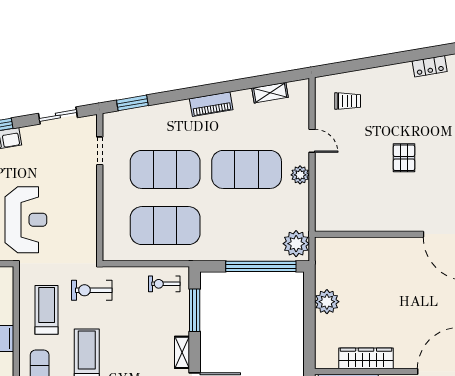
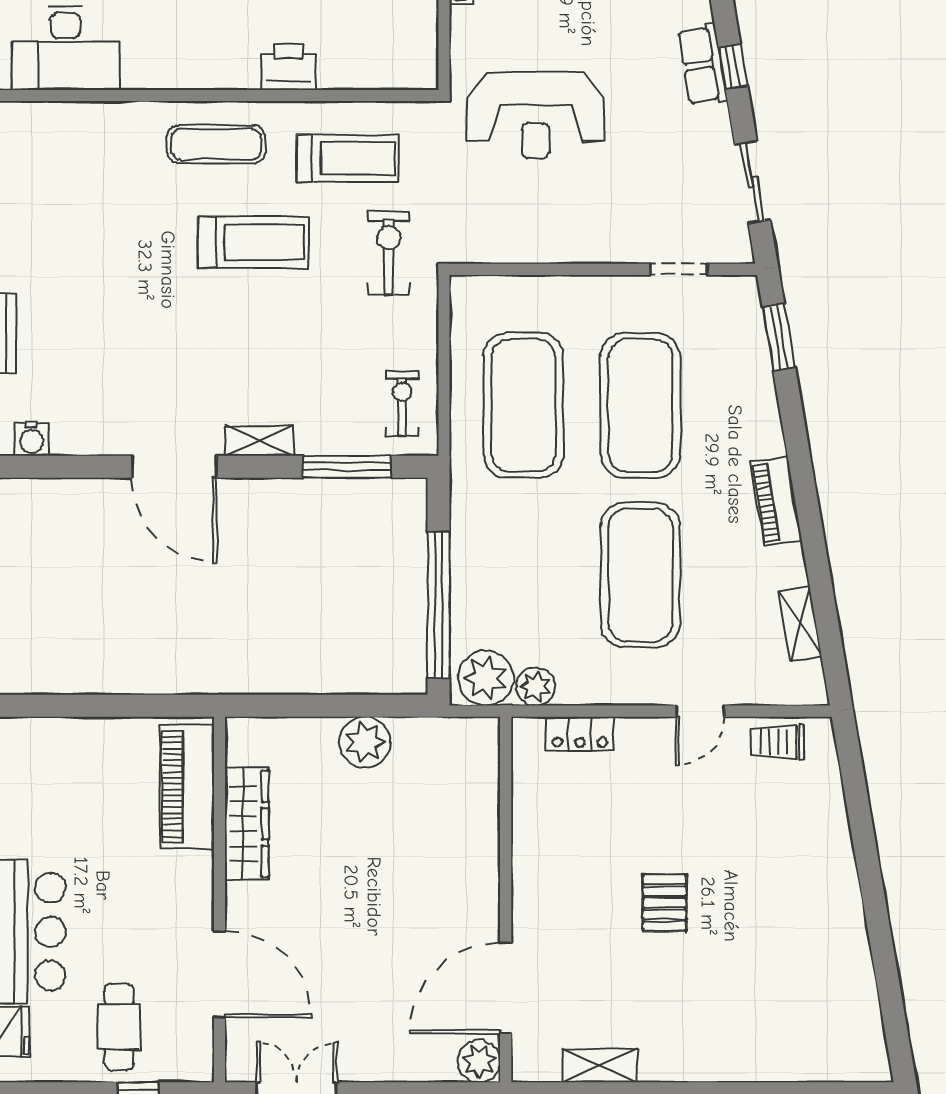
locker: (430, 66) -> (580, 734), moved, turned -80
trolley: (348, 101) -> (777, 742), moved, turned 90
pallet: (404, 158) -> (665, 903), turned 90
plant: (300, 175) -> (536, 686), moved

